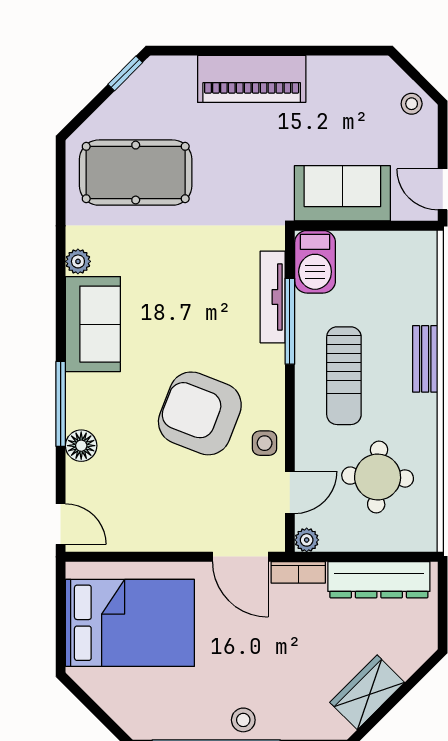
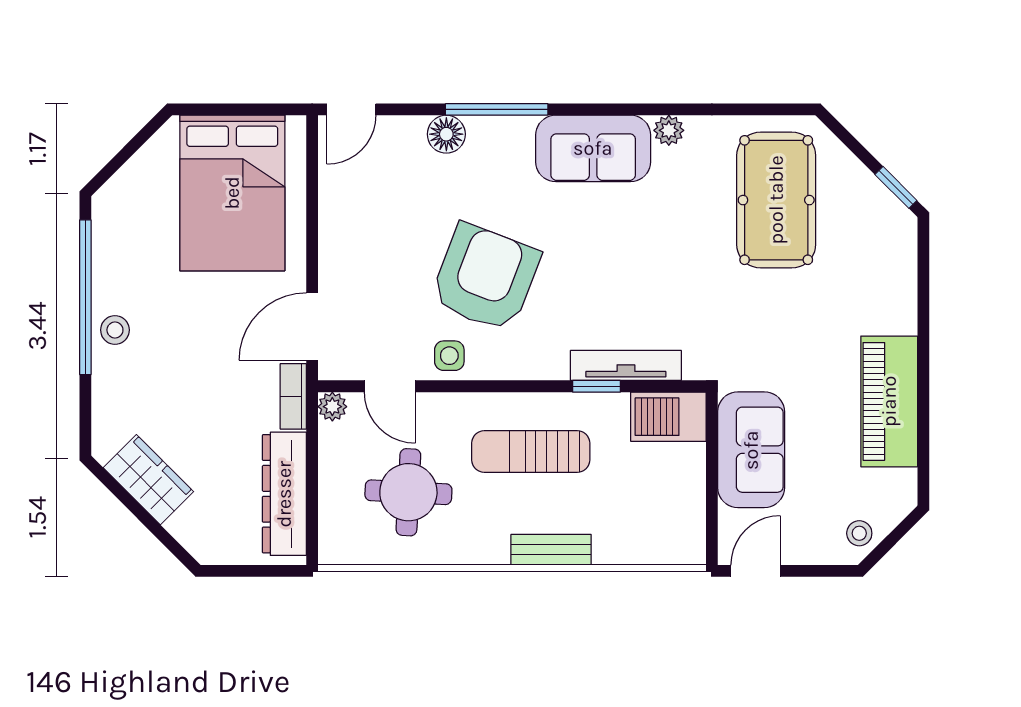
piano: (252, 79) -> (889, 401), moved
window: (290, 321) -> (597, 386), width x0.46

